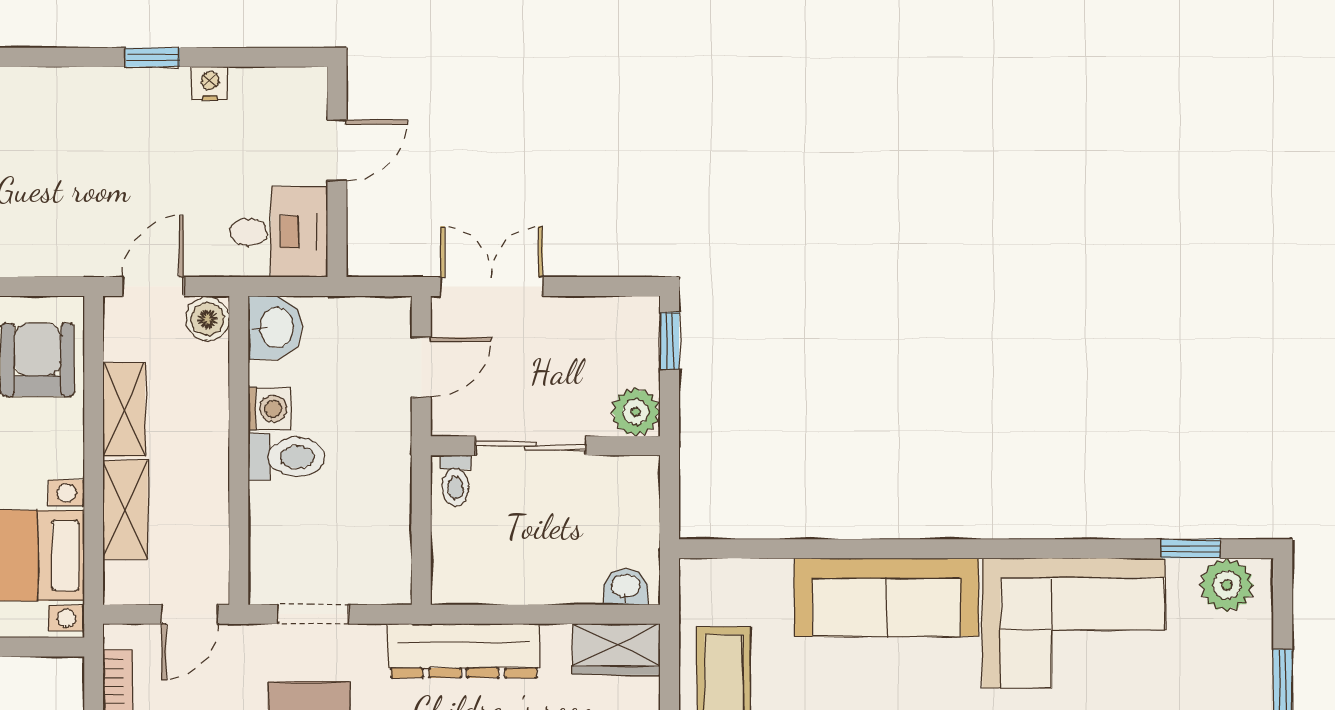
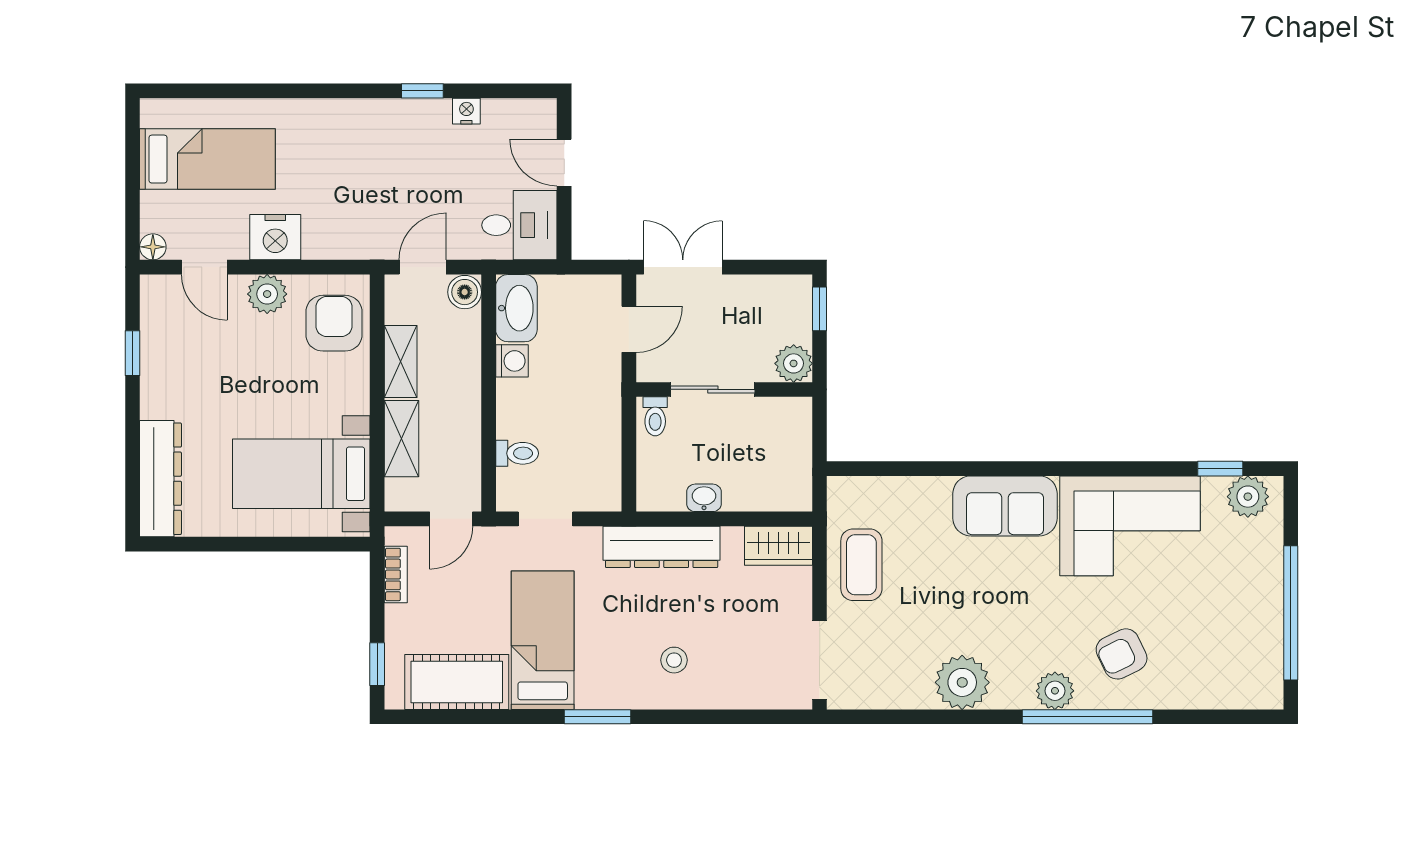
door: (337, 150) -> (564, 163), swing flipped
washbasin: (275, 328) -> (516, 308), width x1.38
toilet: (287, 457) -> (517, 453), moved, width x0.73, depth x0.72
washbasin: (626, 587) -> (704, 498), moved
sofa: (886, 597) -> (1005, 506), width x0.73

